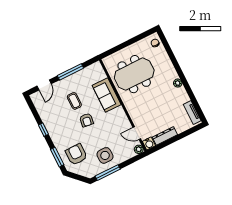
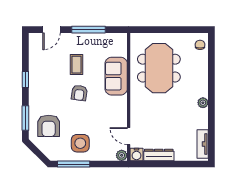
meeting table: (134, 74) -> (159, 68), turned 90
armchair: (76, 154) -> (49, 126), turned 180

